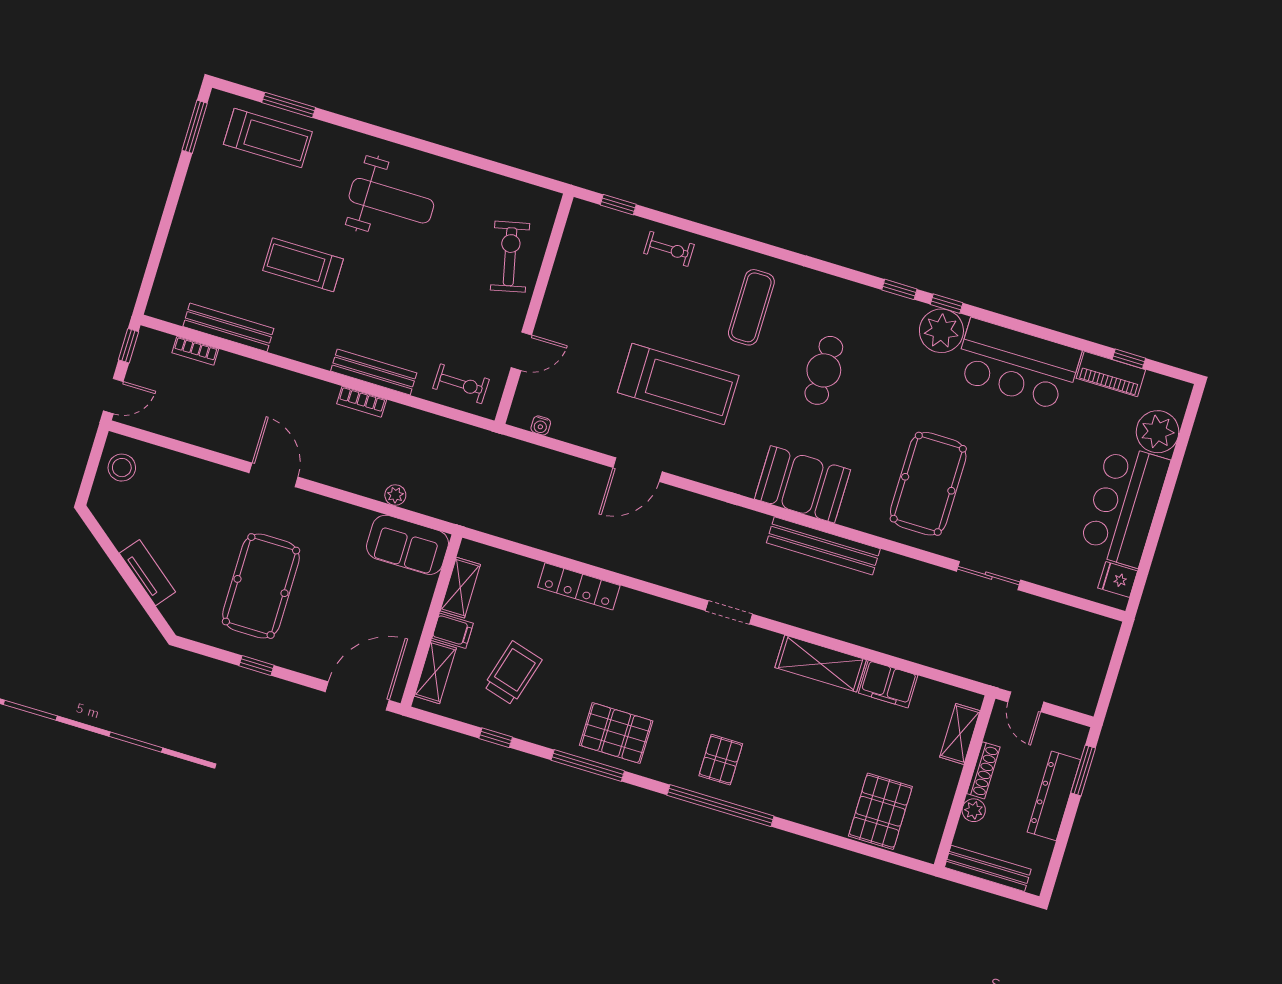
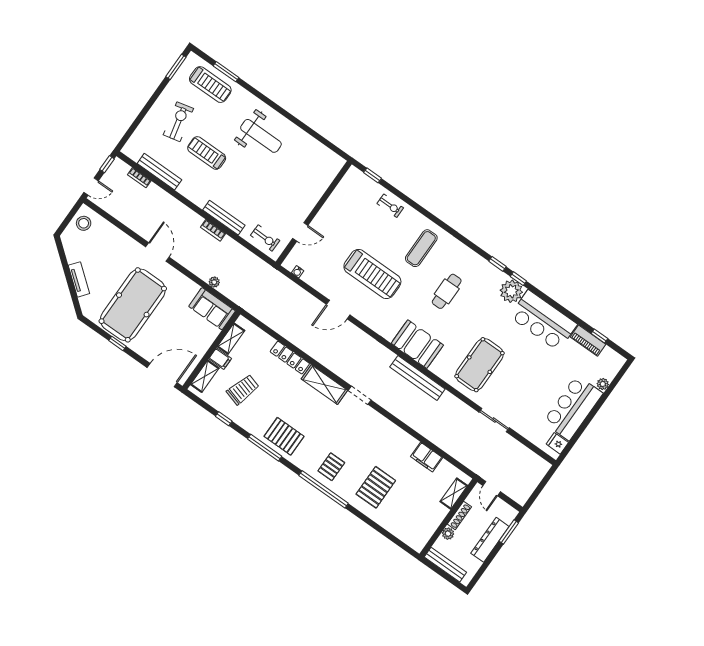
exercise bike: (510, 257) -> (178, 122), moved
plant: (1158, 432) -> (603, 384), width x0.53, depth x0.53
pool table: (261, 586) -> (133, 305), width x1.36, depth x1.32
shelving: (821, 664) -> (324, 385), moved
pallet: (880, 811) -> (376, 487), moved

